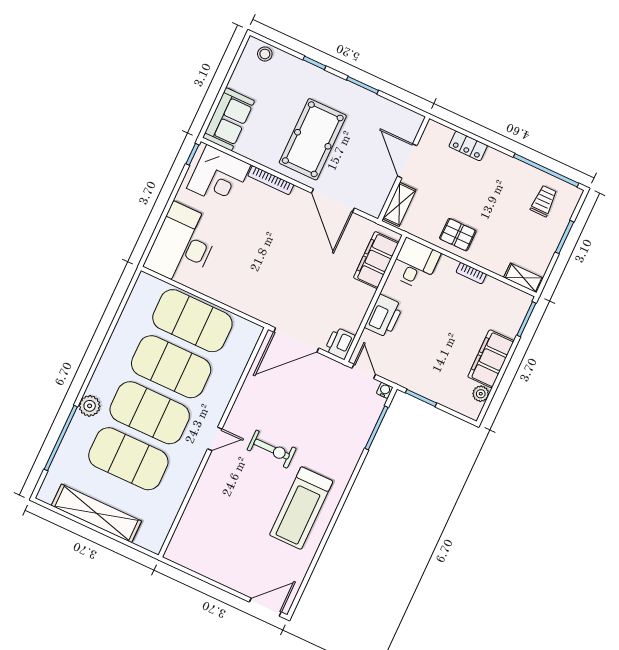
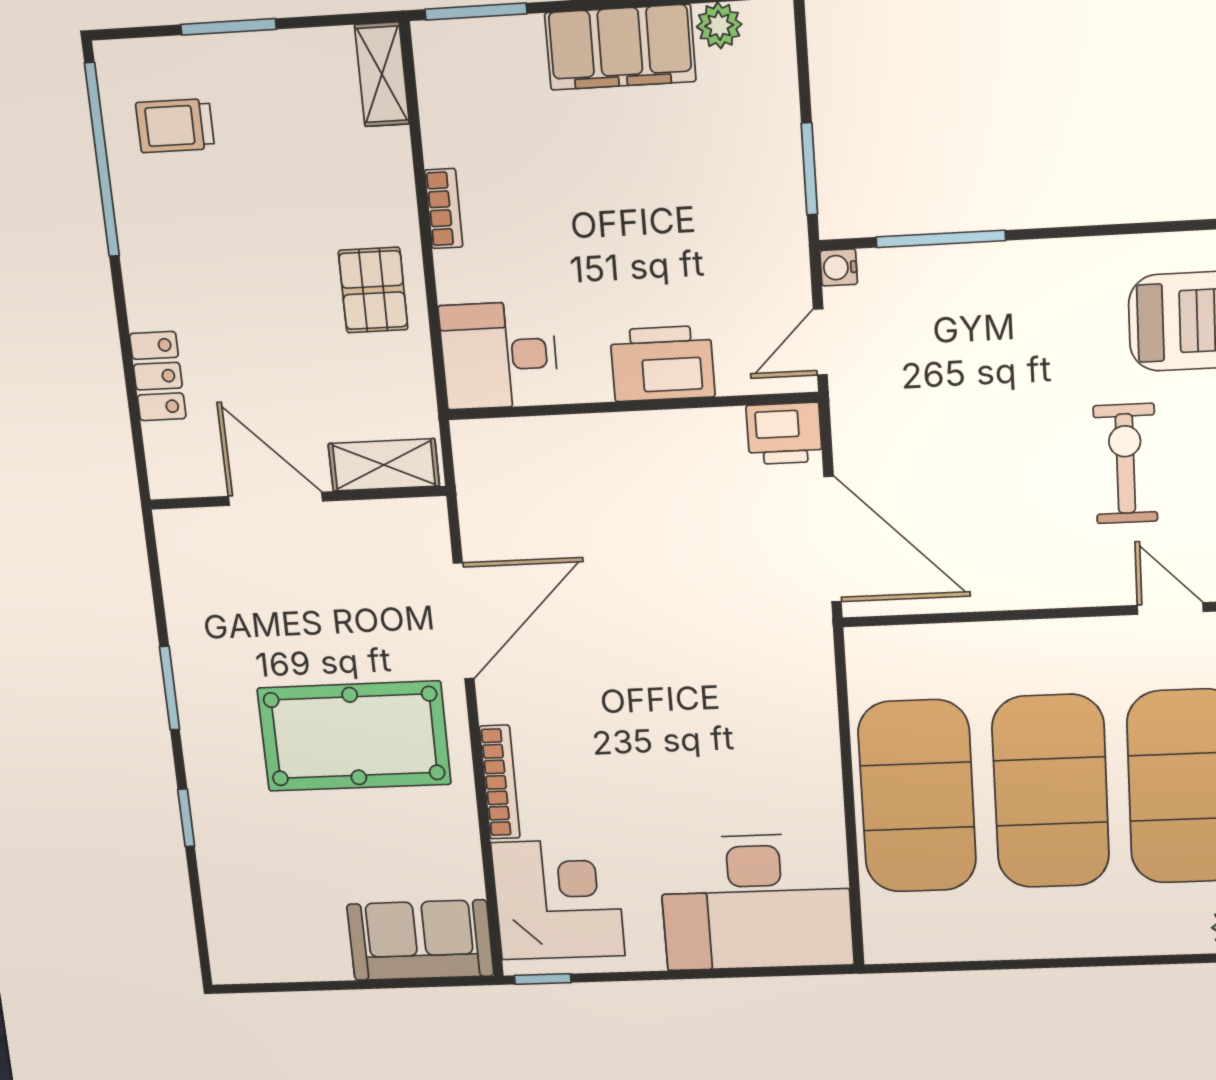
stool: (265, 54) -> (233, 933), removed
door: (407, 161) -> (275, 499), swing flipped
filing cabinet: (376, 260) -> (542, 451), removed

